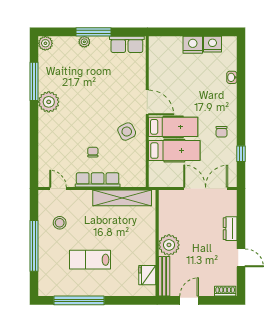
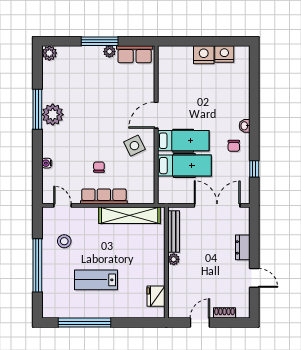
plant: (84, 42) -> (109, 52), moved
washbasin: (232, 77) -> (245, 126), moved
window: (34, 81) -> (37, 109), moved
door: (147, 102) -> (156, 115), swing flipped
water cooler: (43, 148) -> (47, 163), added
plant: (169, 245) -> (174, 259), width x0.53, depth x0.53
bench: (164, 276) -> (174, 231), moved
shoe rack: (225, 291) -> (224, 313), moved

